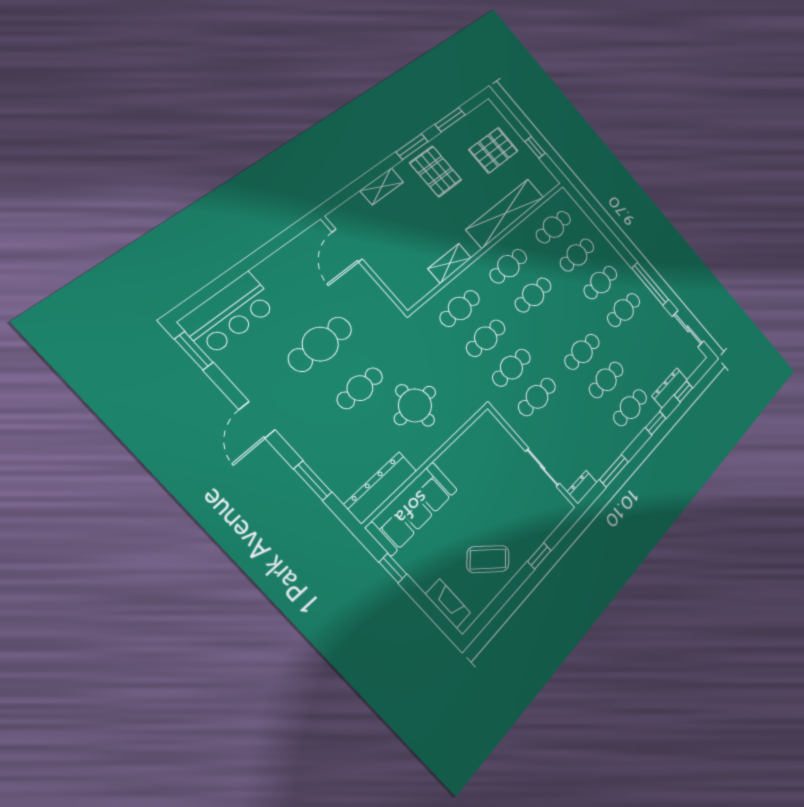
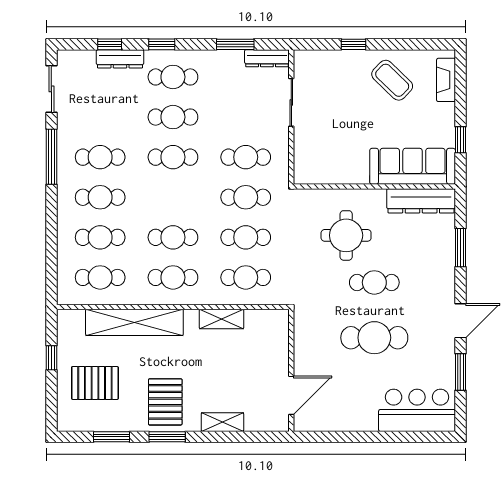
window: (194, 351) -> (460, 372), moved
dresser: (582, 487) -> (267, 58), width x1.44

